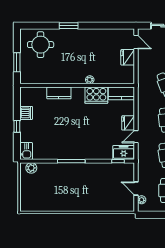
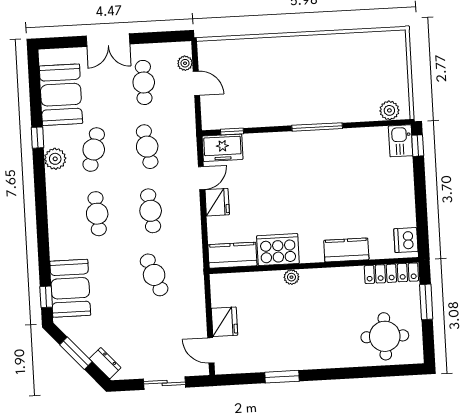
window: (69, 26) -> (282, 377), moved
locker: (35, 79) -> (391, 273), added
dishwasher: (26, 113) -> (406, 240), moved
window: (17, 126) -> (418, 146), moved

